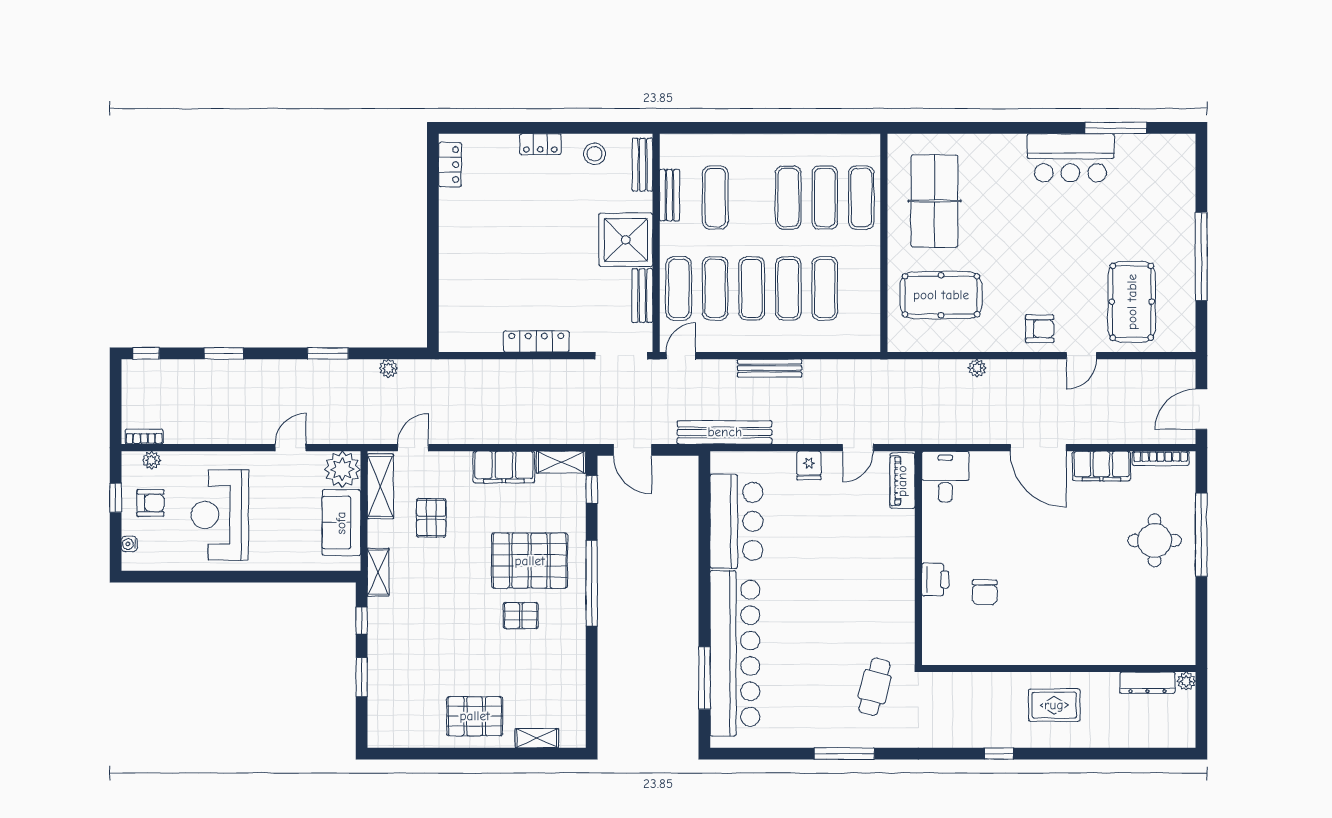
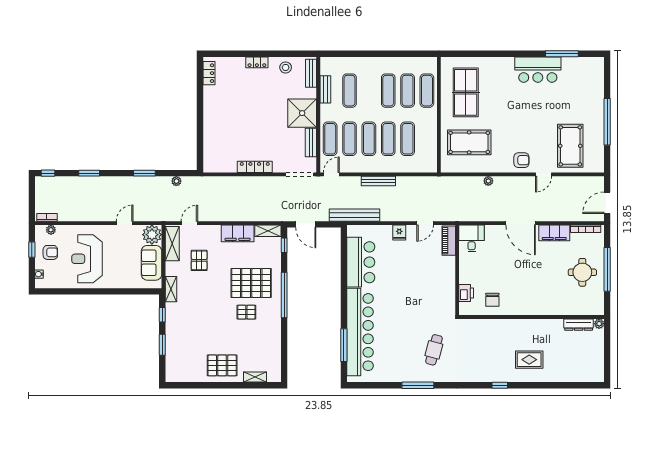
wall: (1059, 669) -> (532, 317), moved
plant: (1186, 681) -> (599, 324), moved
dresser: (1148, 683) -> (579, 325), moved

